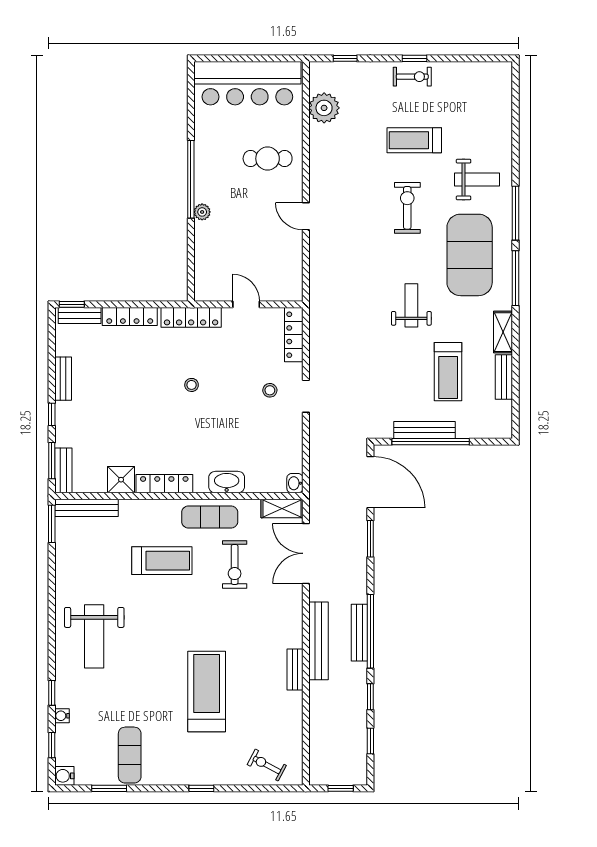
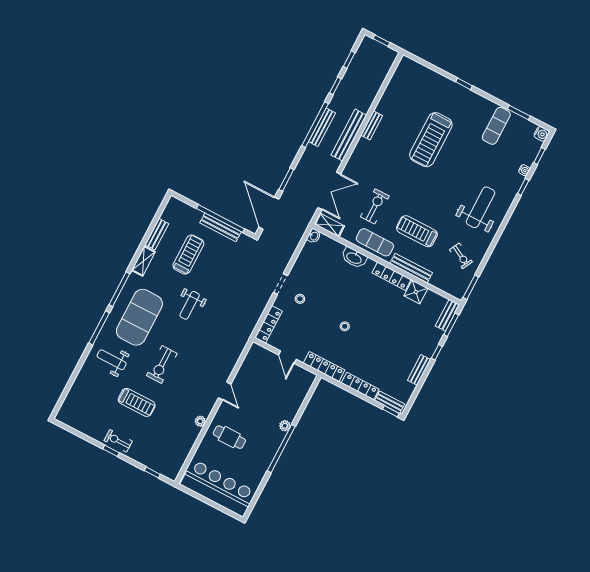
plant: (324, 108) -> (200, 421), moved, width x0.53, depth x0.53
bench: (86, 508) -> (411, 268), moved
exercise bike: (267, 765) -> (461, 256), moved

